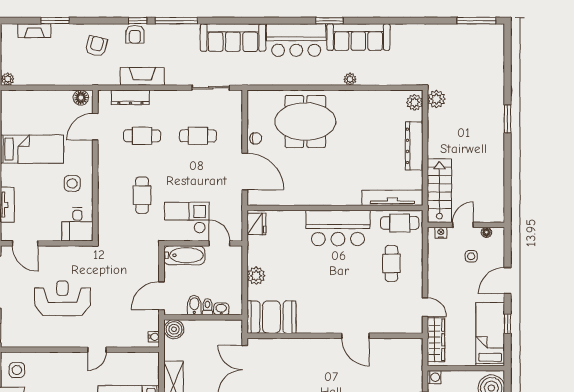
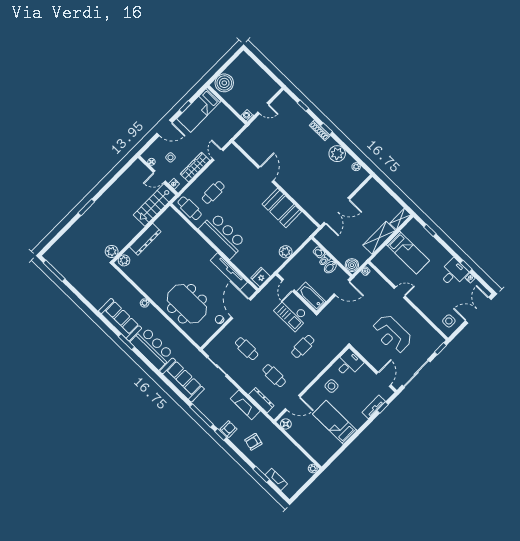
tv unit: (392, 198) -> (229, 271), moved
booth: (271, 317) -> (282, 208), moved
wardrobe: (436, 340) -> (195, 167), moved

